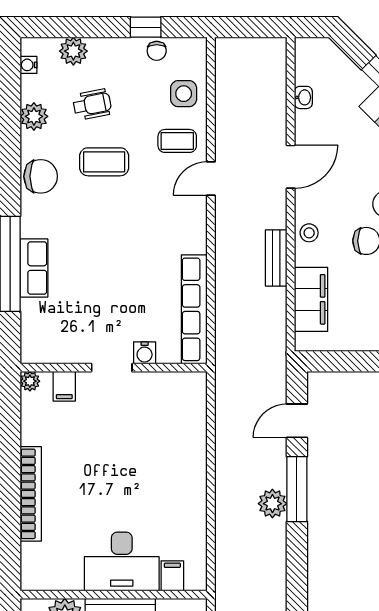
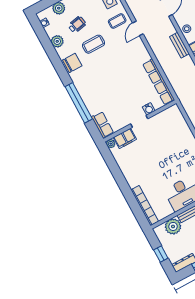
row of seats: (34, 268) -> (103, 125), moved
filing cabinet: (64, 386) -> (125, 138), width x2.00
bookcase: (31, 494) -> (145, 206), moved

